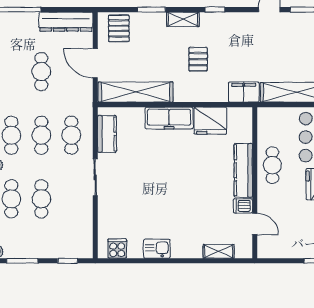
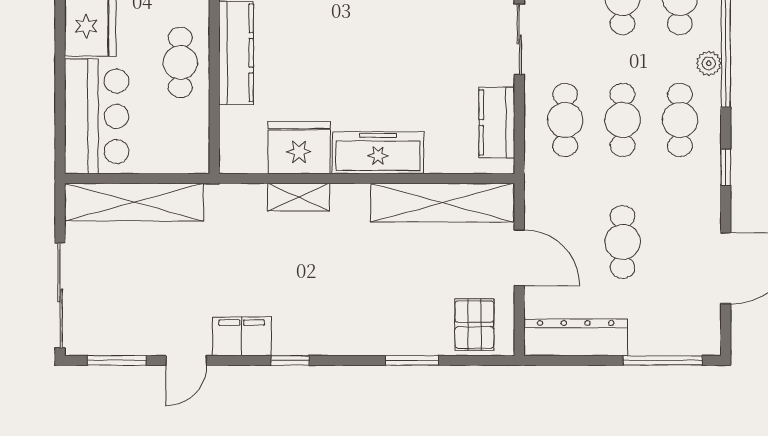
shelving: (183, 19) -> (299, 197), moved
pallet: (198, 59) -> (323, 266), removed
filing cabinet: (244, 92) -> (242, 336), moved, turned 180

